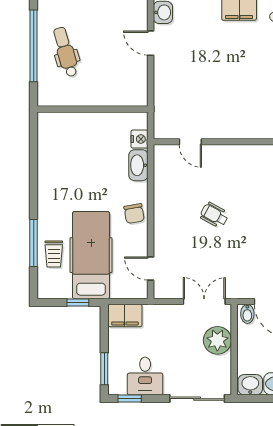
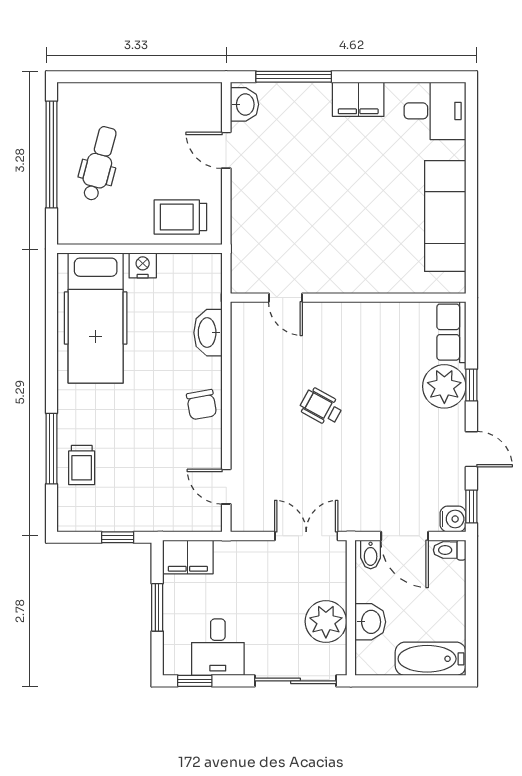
dental chair: (66, 52) -> (99, 164), turned 31
trolley: (120, 88) -> (180, 217), added
nightstand: (140, 139) -> (143, 265), moved, turned -90
hospital bed: (91, 255) -> (96, 318), moved, turned 180
plant: (217, 340) -> (326, 621), moved
window: (104, 369) -> (157, 607), moved
washbasin: (250, 385) -> (370, 622), moved, turned 90

